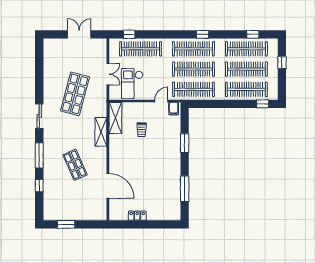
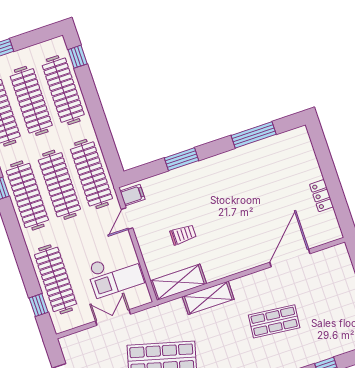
door: (161, 101) -> (127, 219), hinge flipped
shop shelf: (75, 165) -> (274, 321), turned 30

